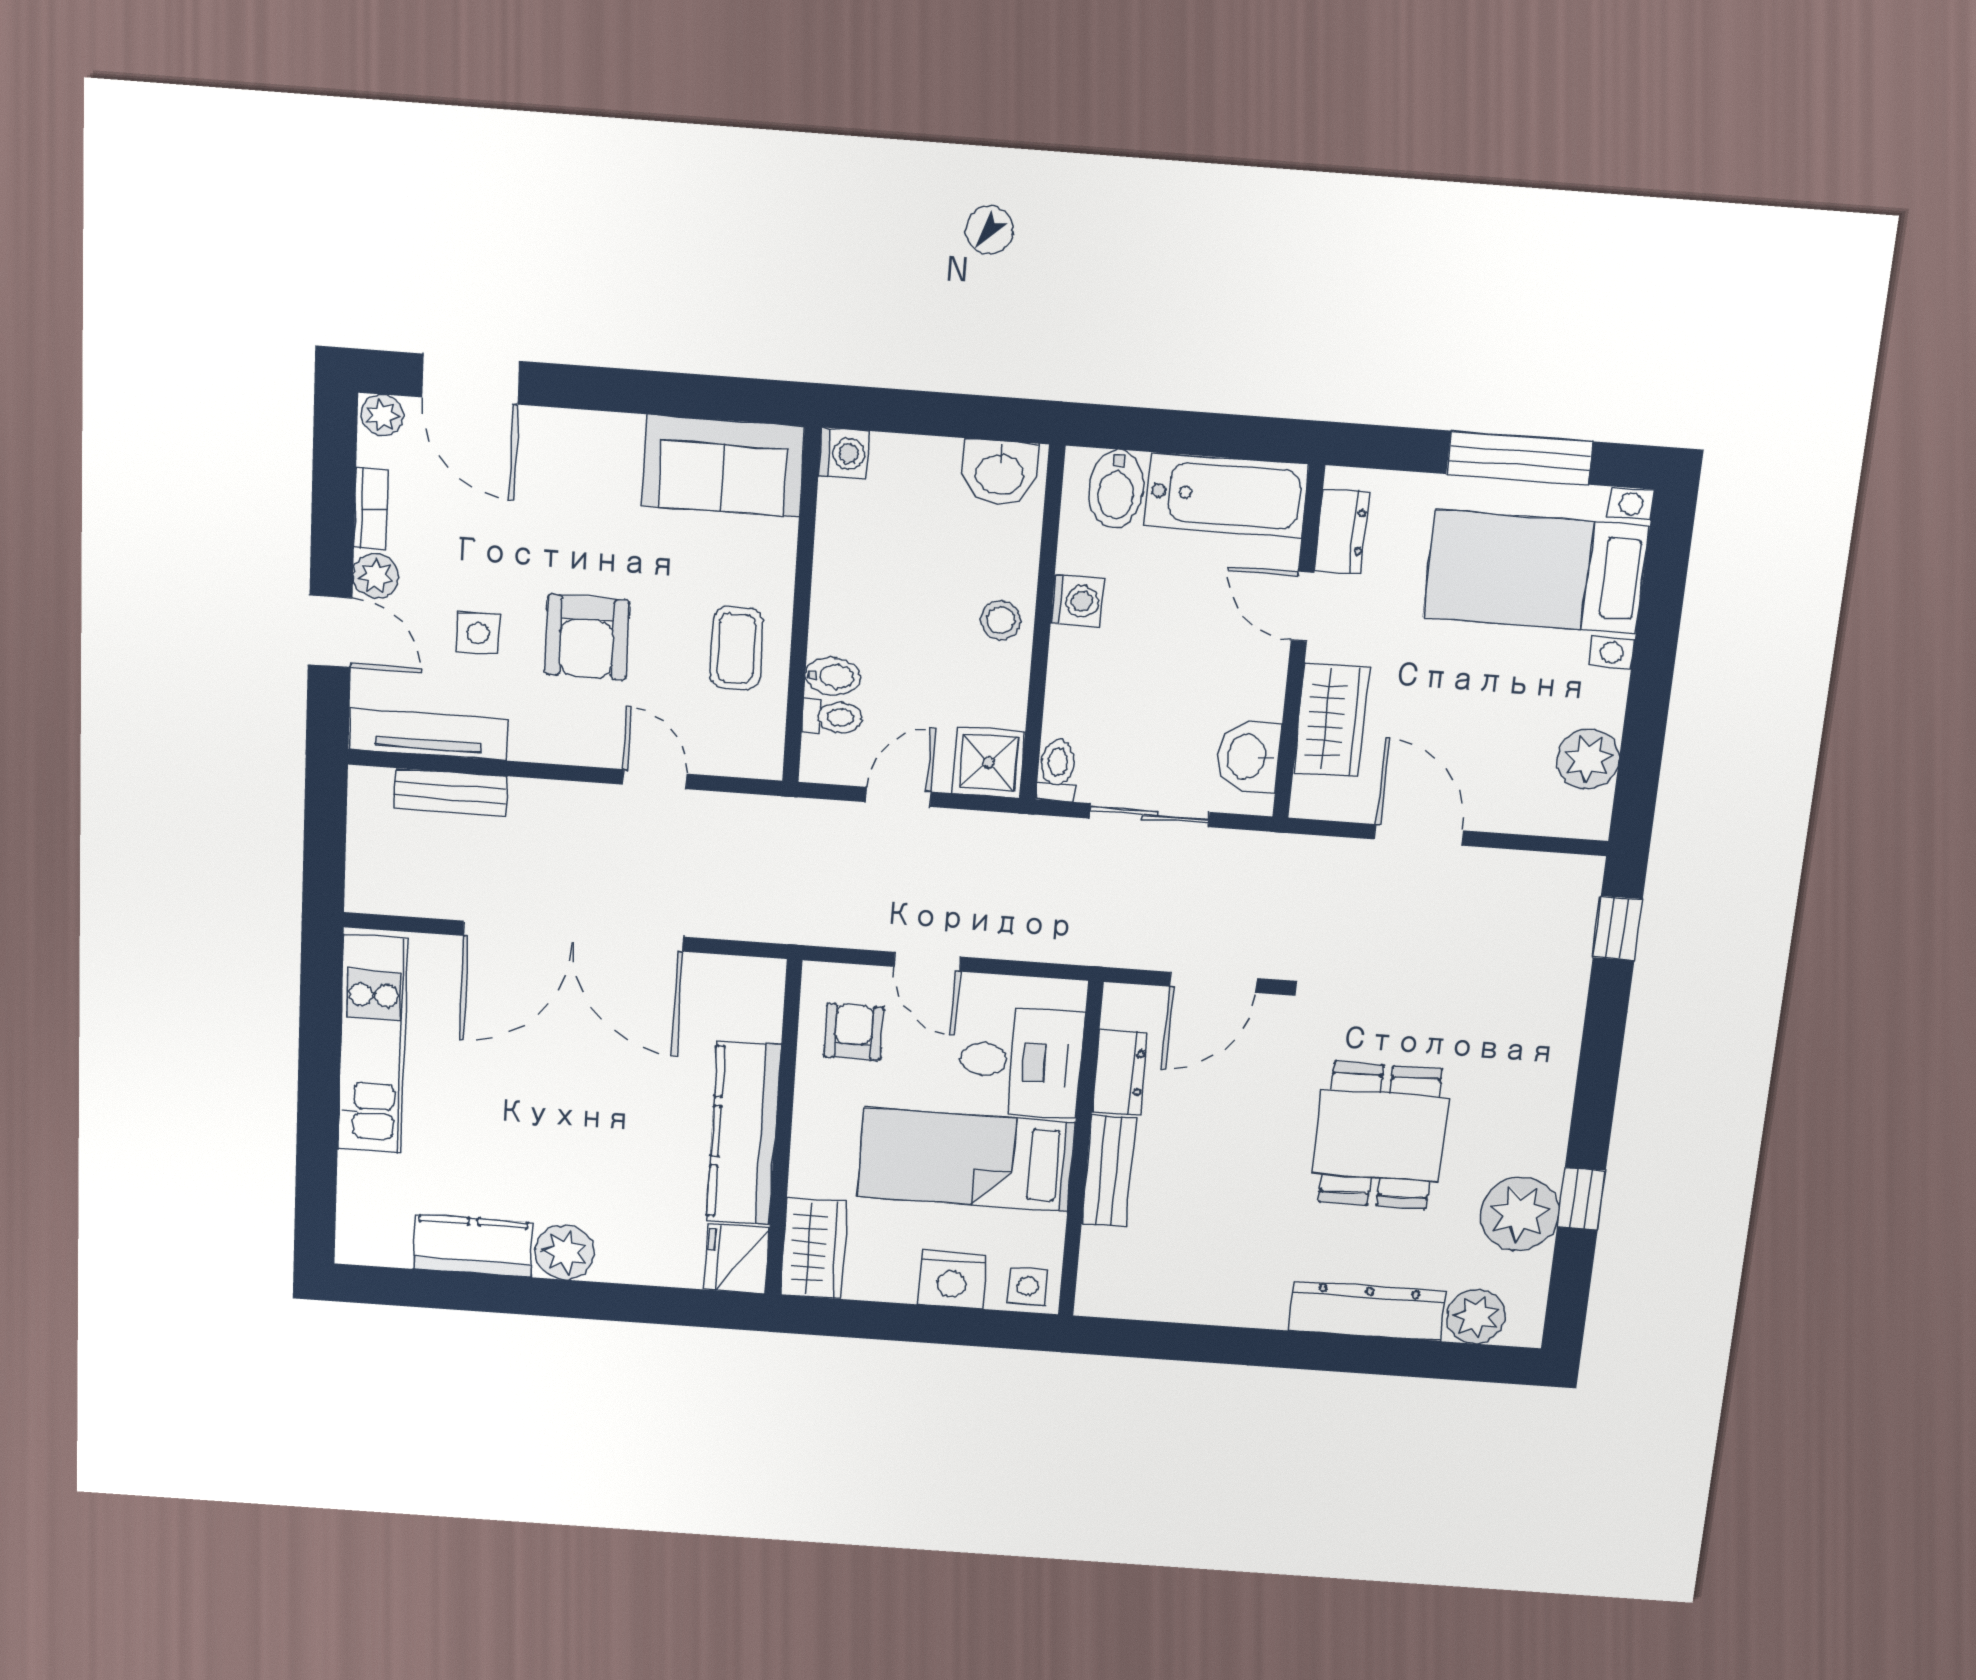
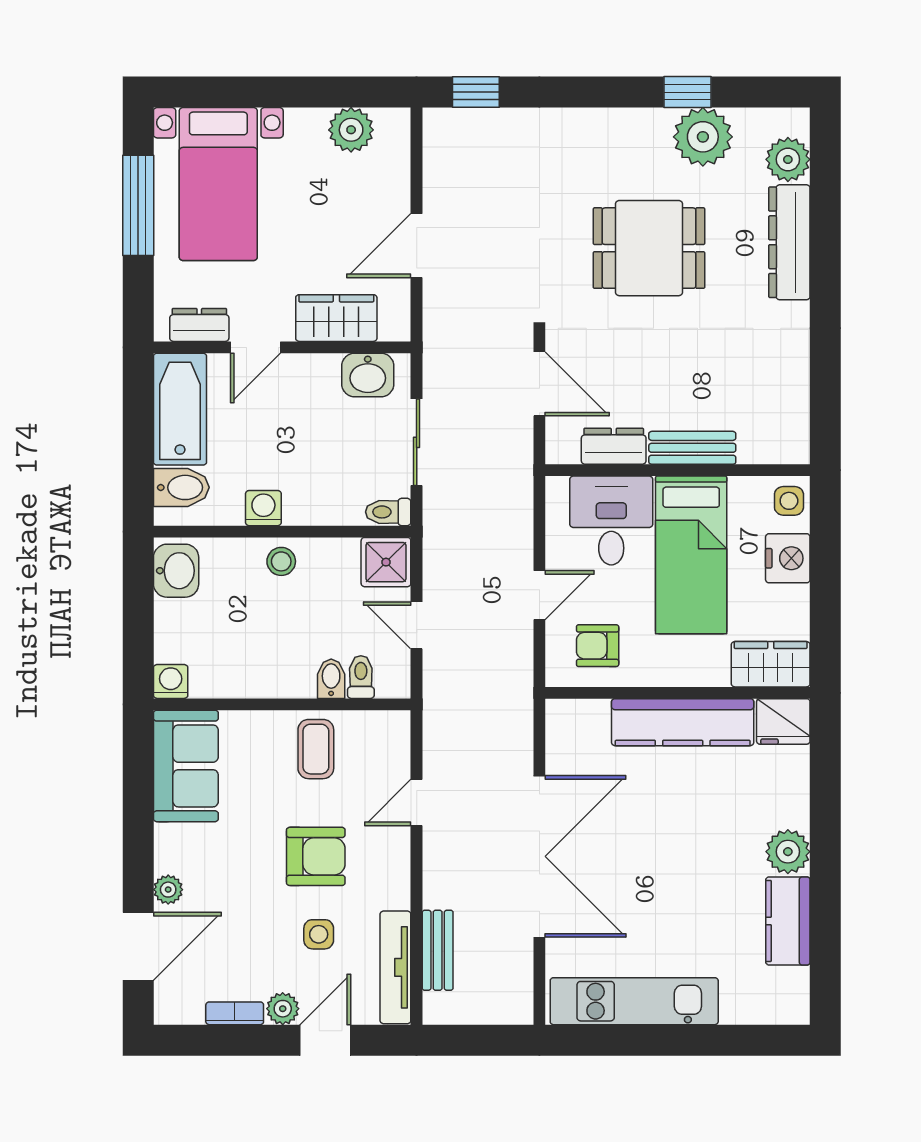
plant: (382, 415) -> (168, 890), moved
coffee table: (736, 648) -> (316, 749), turned 90

